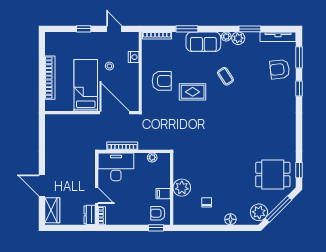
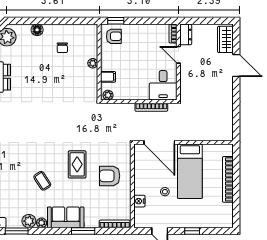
rug: (193, 92) -> (77, 164), turned 90
plant: (152, 157) -> (108, 95), moved
desk: (116, 167) -> (163, 85), width x0.73
plant: (182, 188) -> (93, 63), width x0.53, depth x0.53
filing cabinet: (163, 194) -> (108, 77), moved

